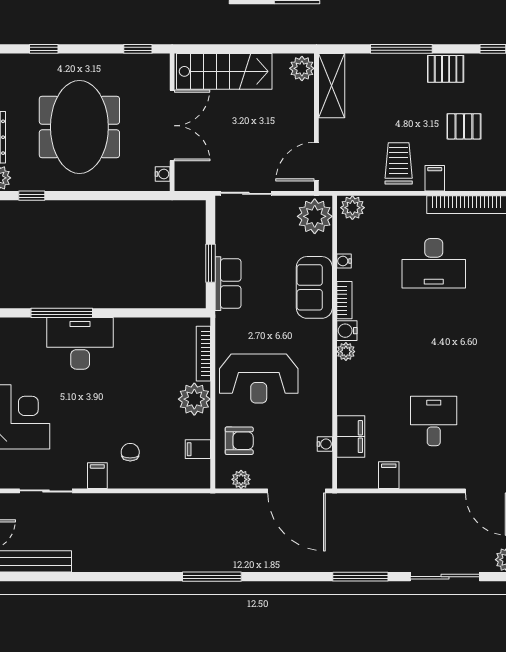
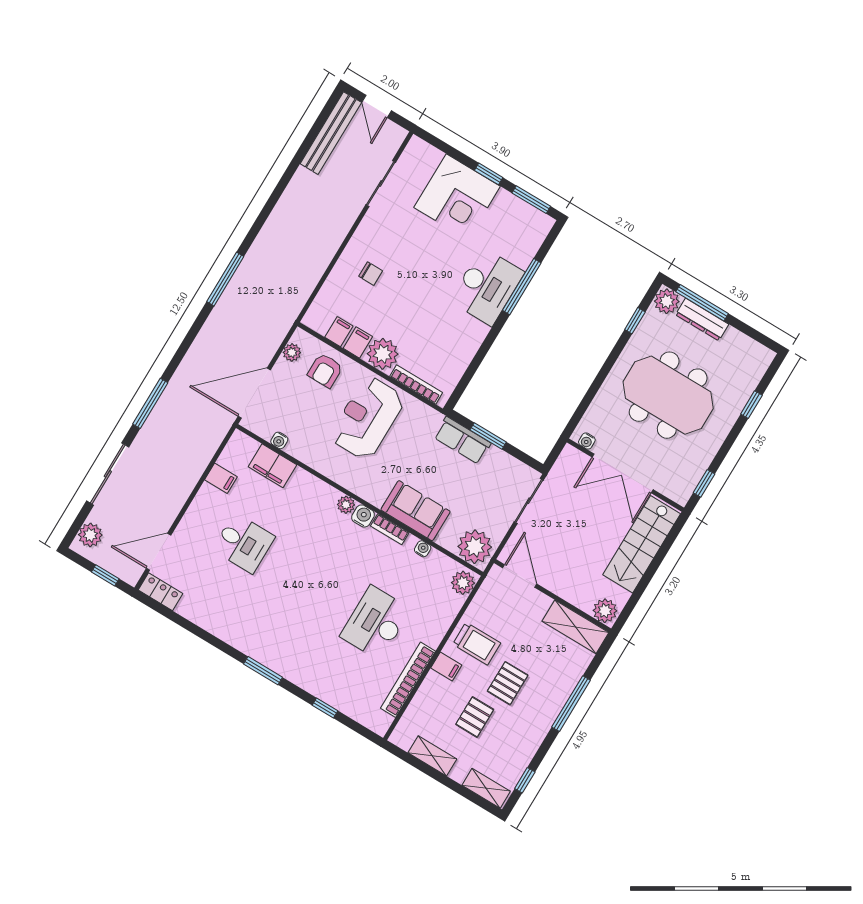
pallet: (446, 69) -> (508, 683), moved
filing cabinet: (97, 476) -> (358, 342), moved, turned -90

